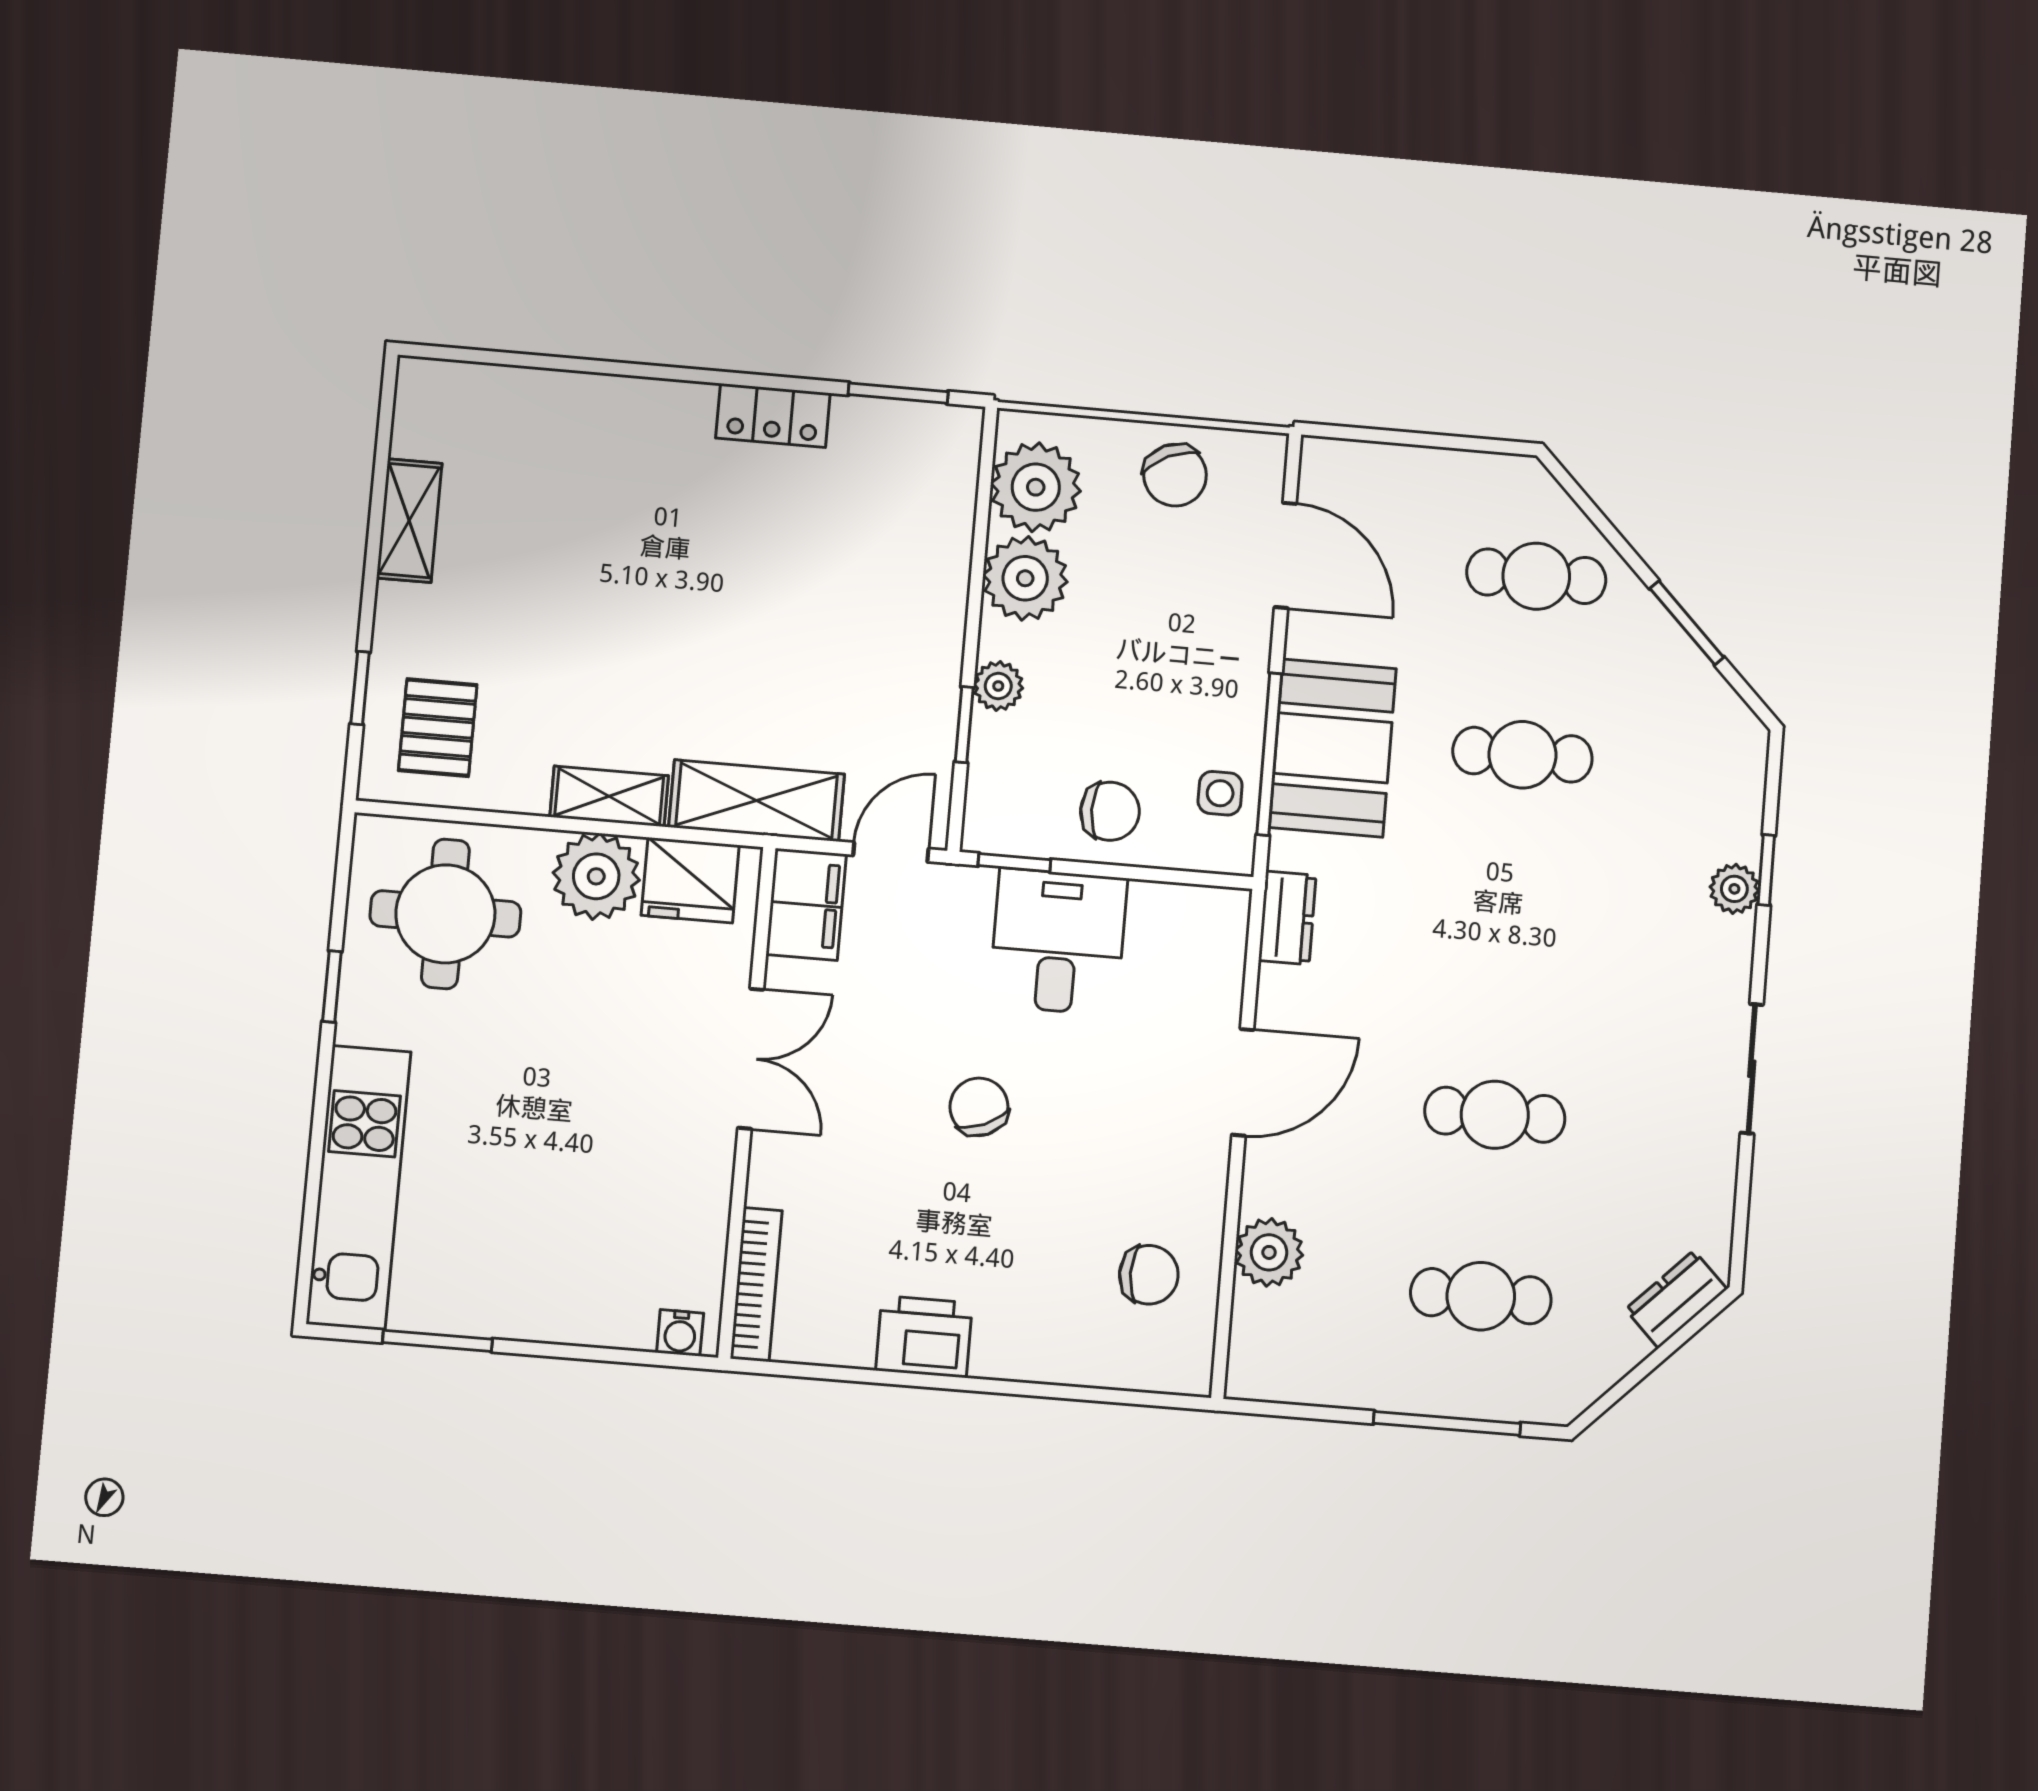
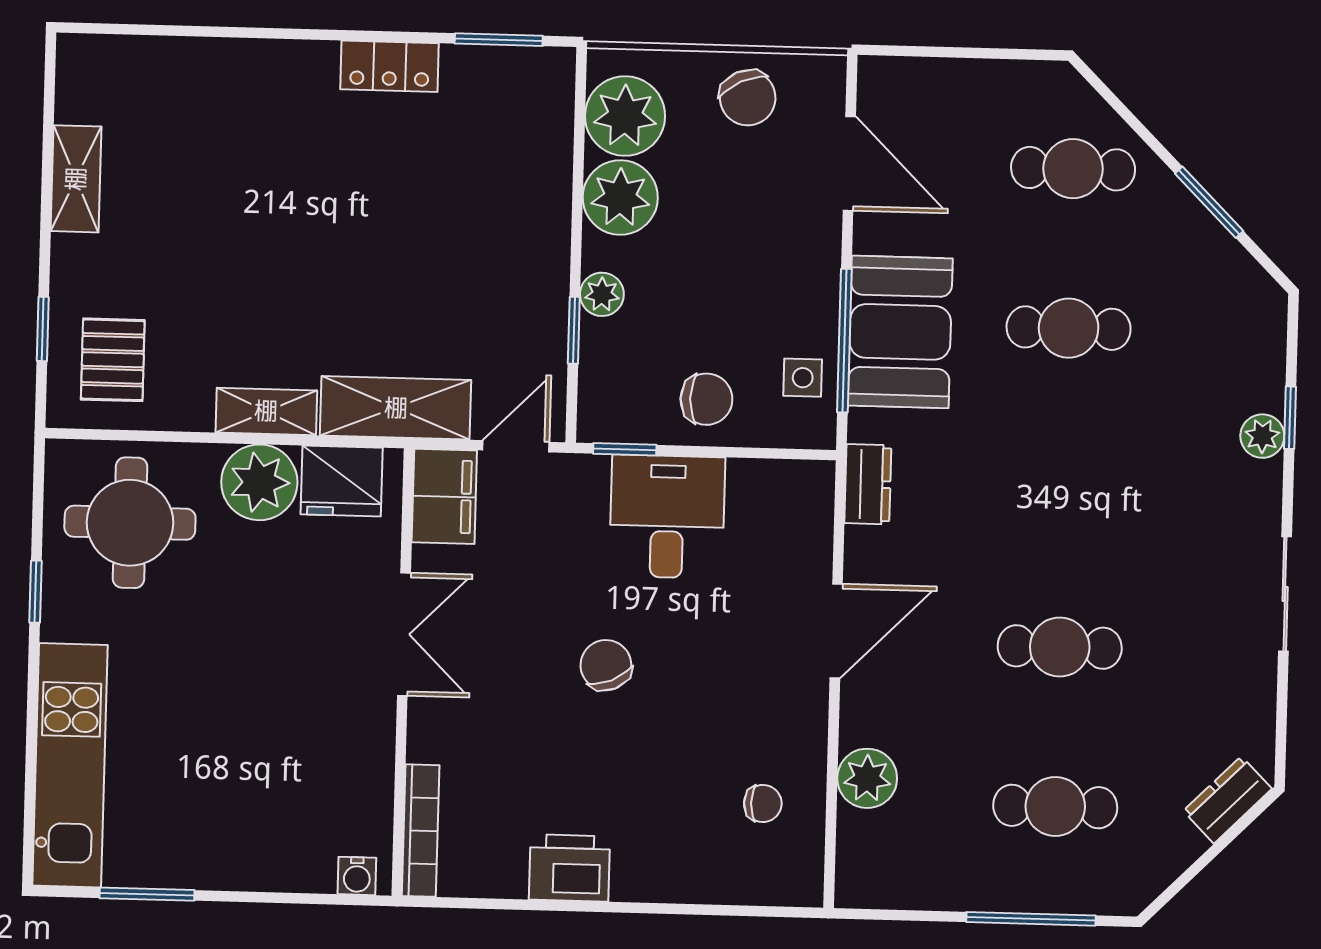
chair: (1149, 1275) -> (763, 804), width x0.73, depth x0.73

